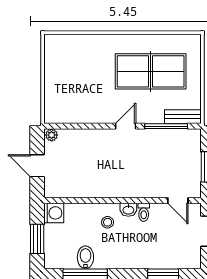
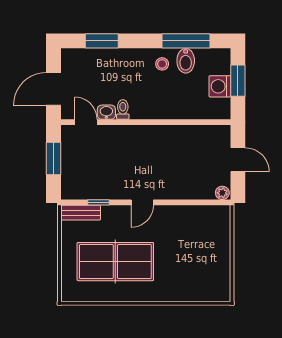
window: (166, 126) -> (99, 202), width x0.46
washbasin: (128, 210) -> (106, 112), moved
washing machine: (54, 213) -> (220, 86), moved
stool: (108, 222) -> (162, 64), moved

